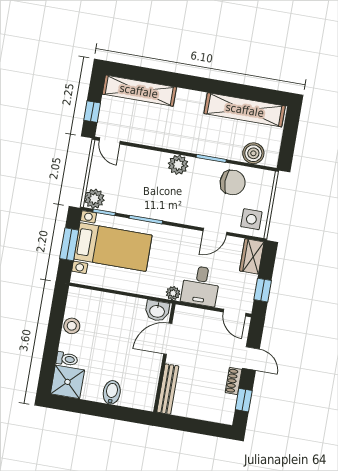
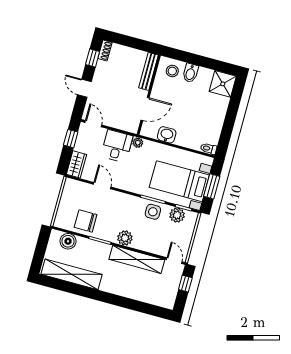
shelving: (139, 91) -> (137, 259), moved
plant: (94, 199) -> (177, 215), moved
side table: (251, 219) -> (153, 212), moved
door: (215, 232) -> (102, 186), hinge flipped
washbasin: (157, 311) -> (167, 135), moved
stool: (72, 326) -> (172, 71), moved
toilet: (67, 359) -> (209, 149), moved
shoe rack: (234, 381) -> (105, 50), moved

